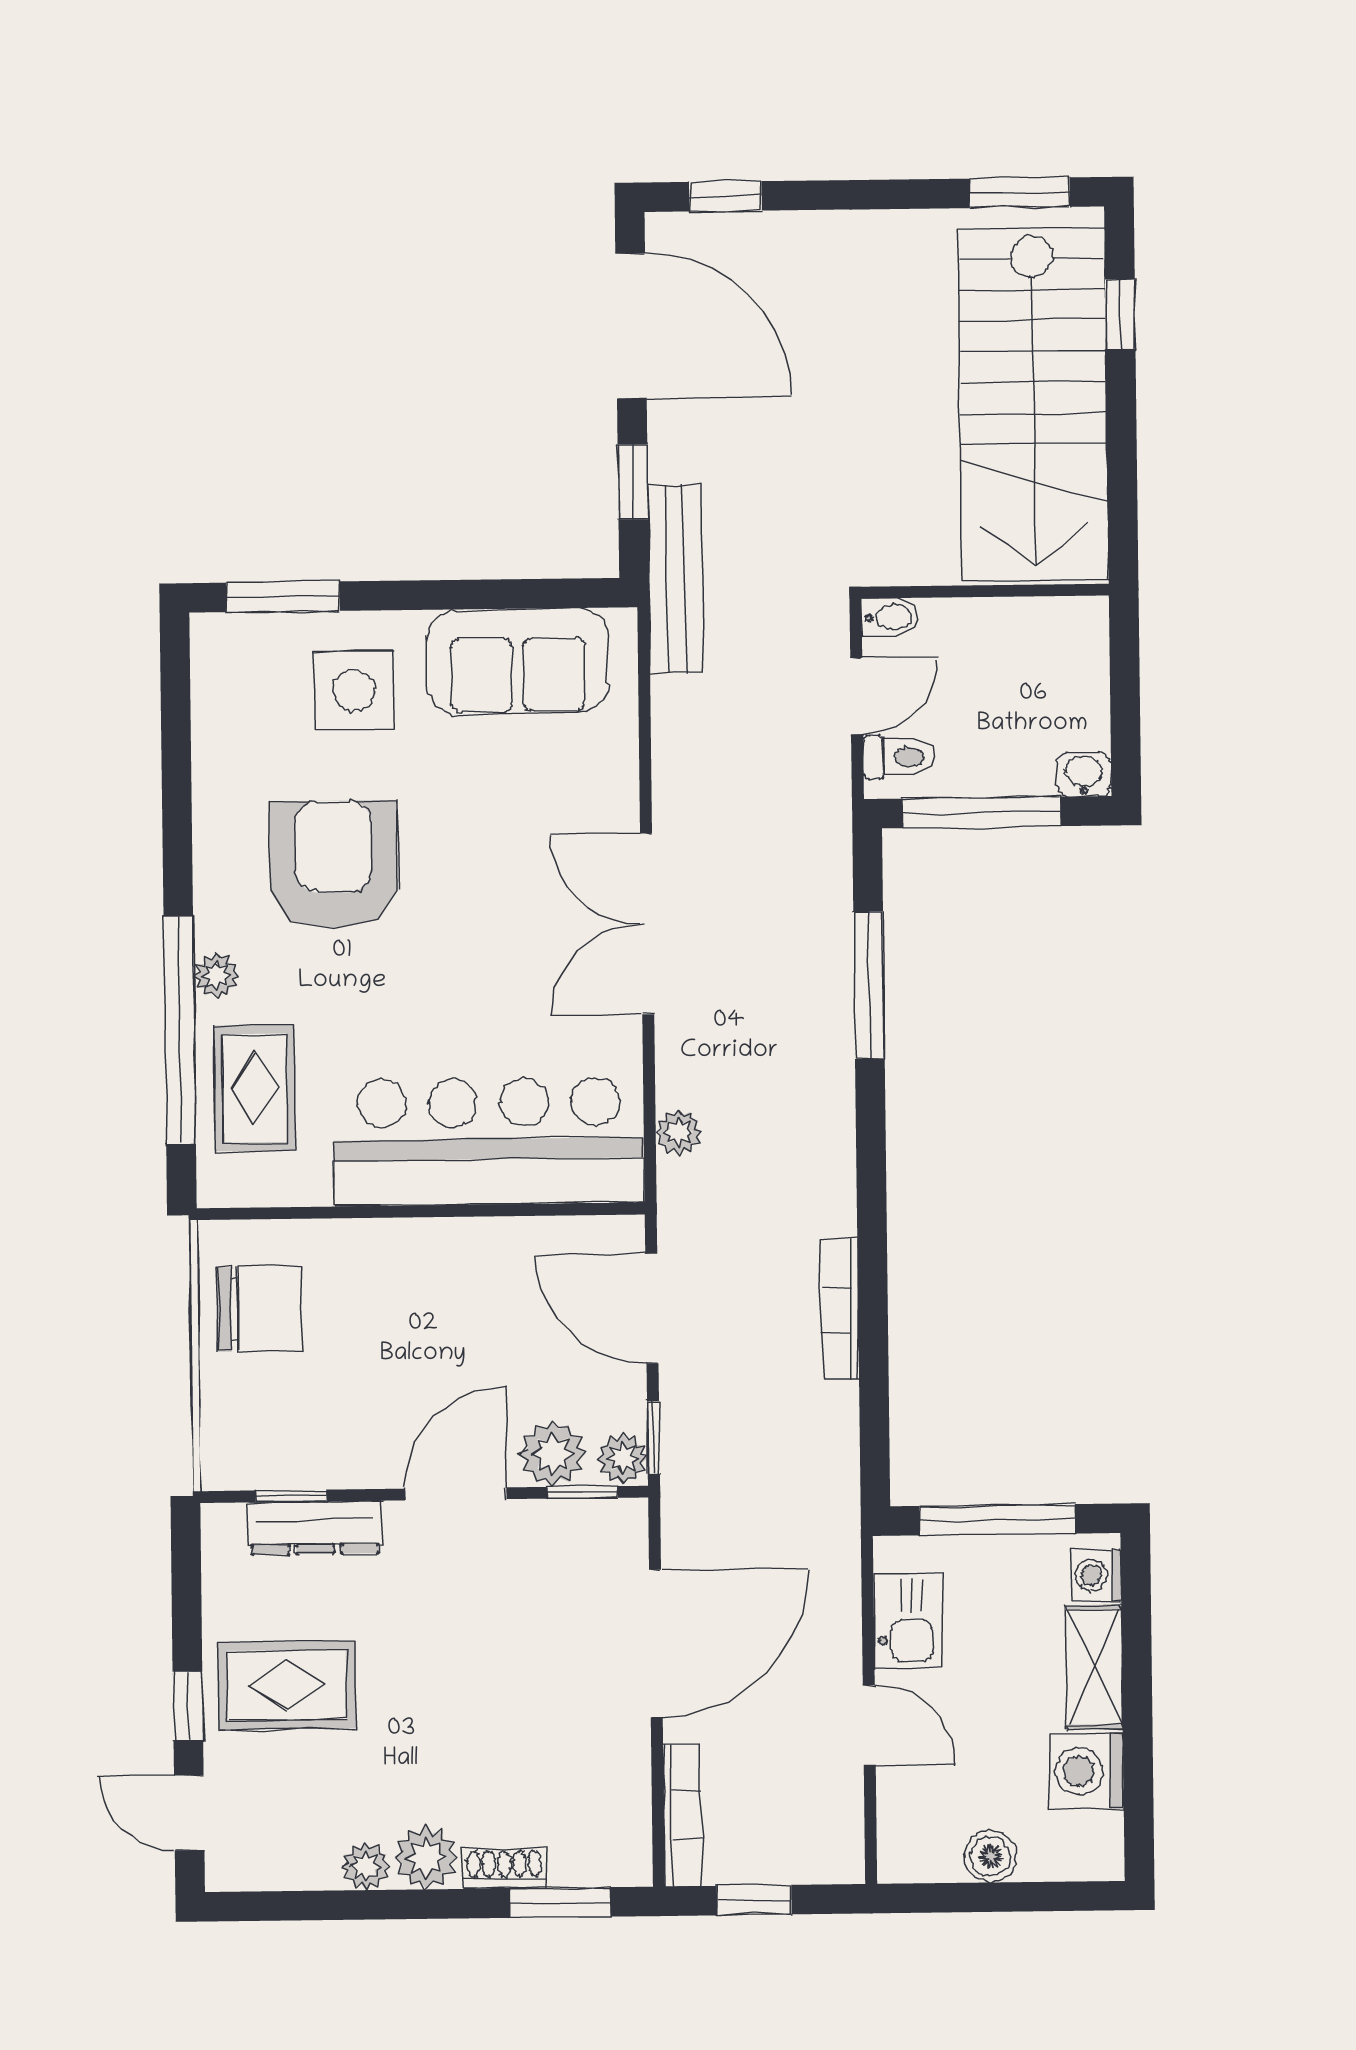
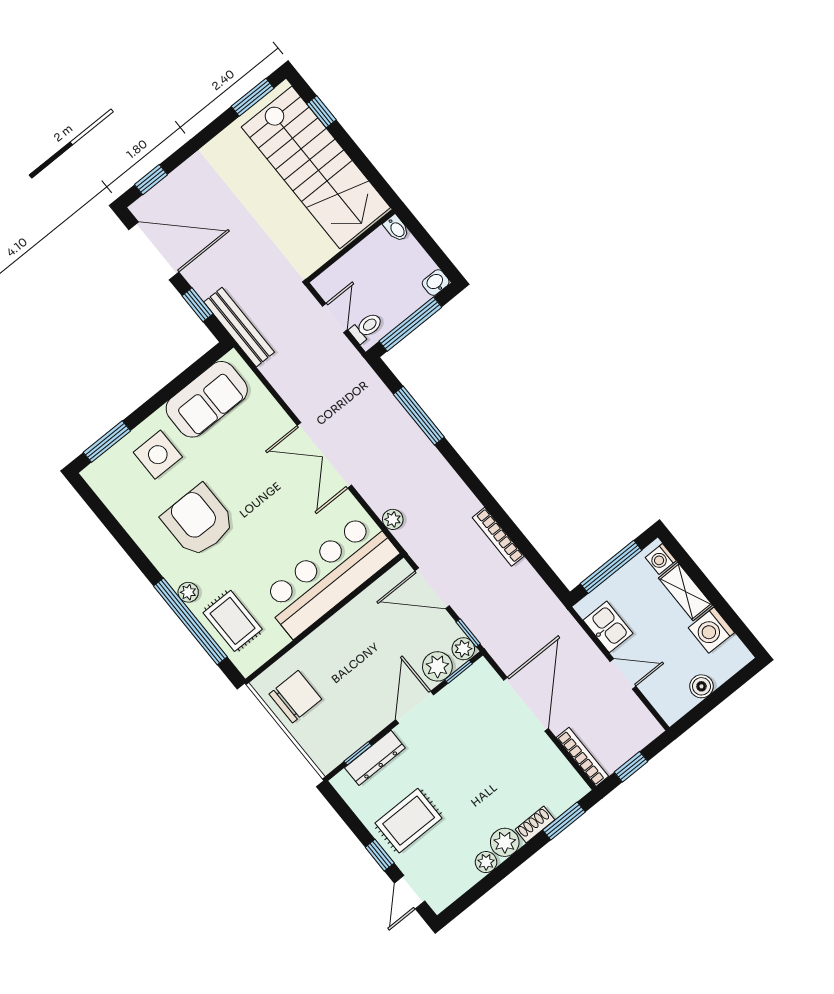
bidet: (890, 617) -> (396, 228), moved, turned 90
door: (189, 1813) -> (410, 892), hinge flipped

